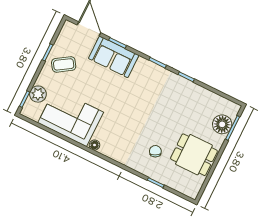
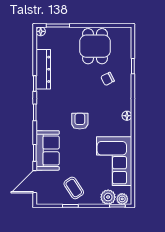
dresser: (196, 92) -> (43, 69), added
armchair: (127, 103) -> (80, 121), added
plant: (29, 107) -> (122, 199), added
floor lamp: (222, 124) -> (41, 31), moved, width x0.53, depth x0.53
floor lamp: (95, 145) -> (127, 116), moved

